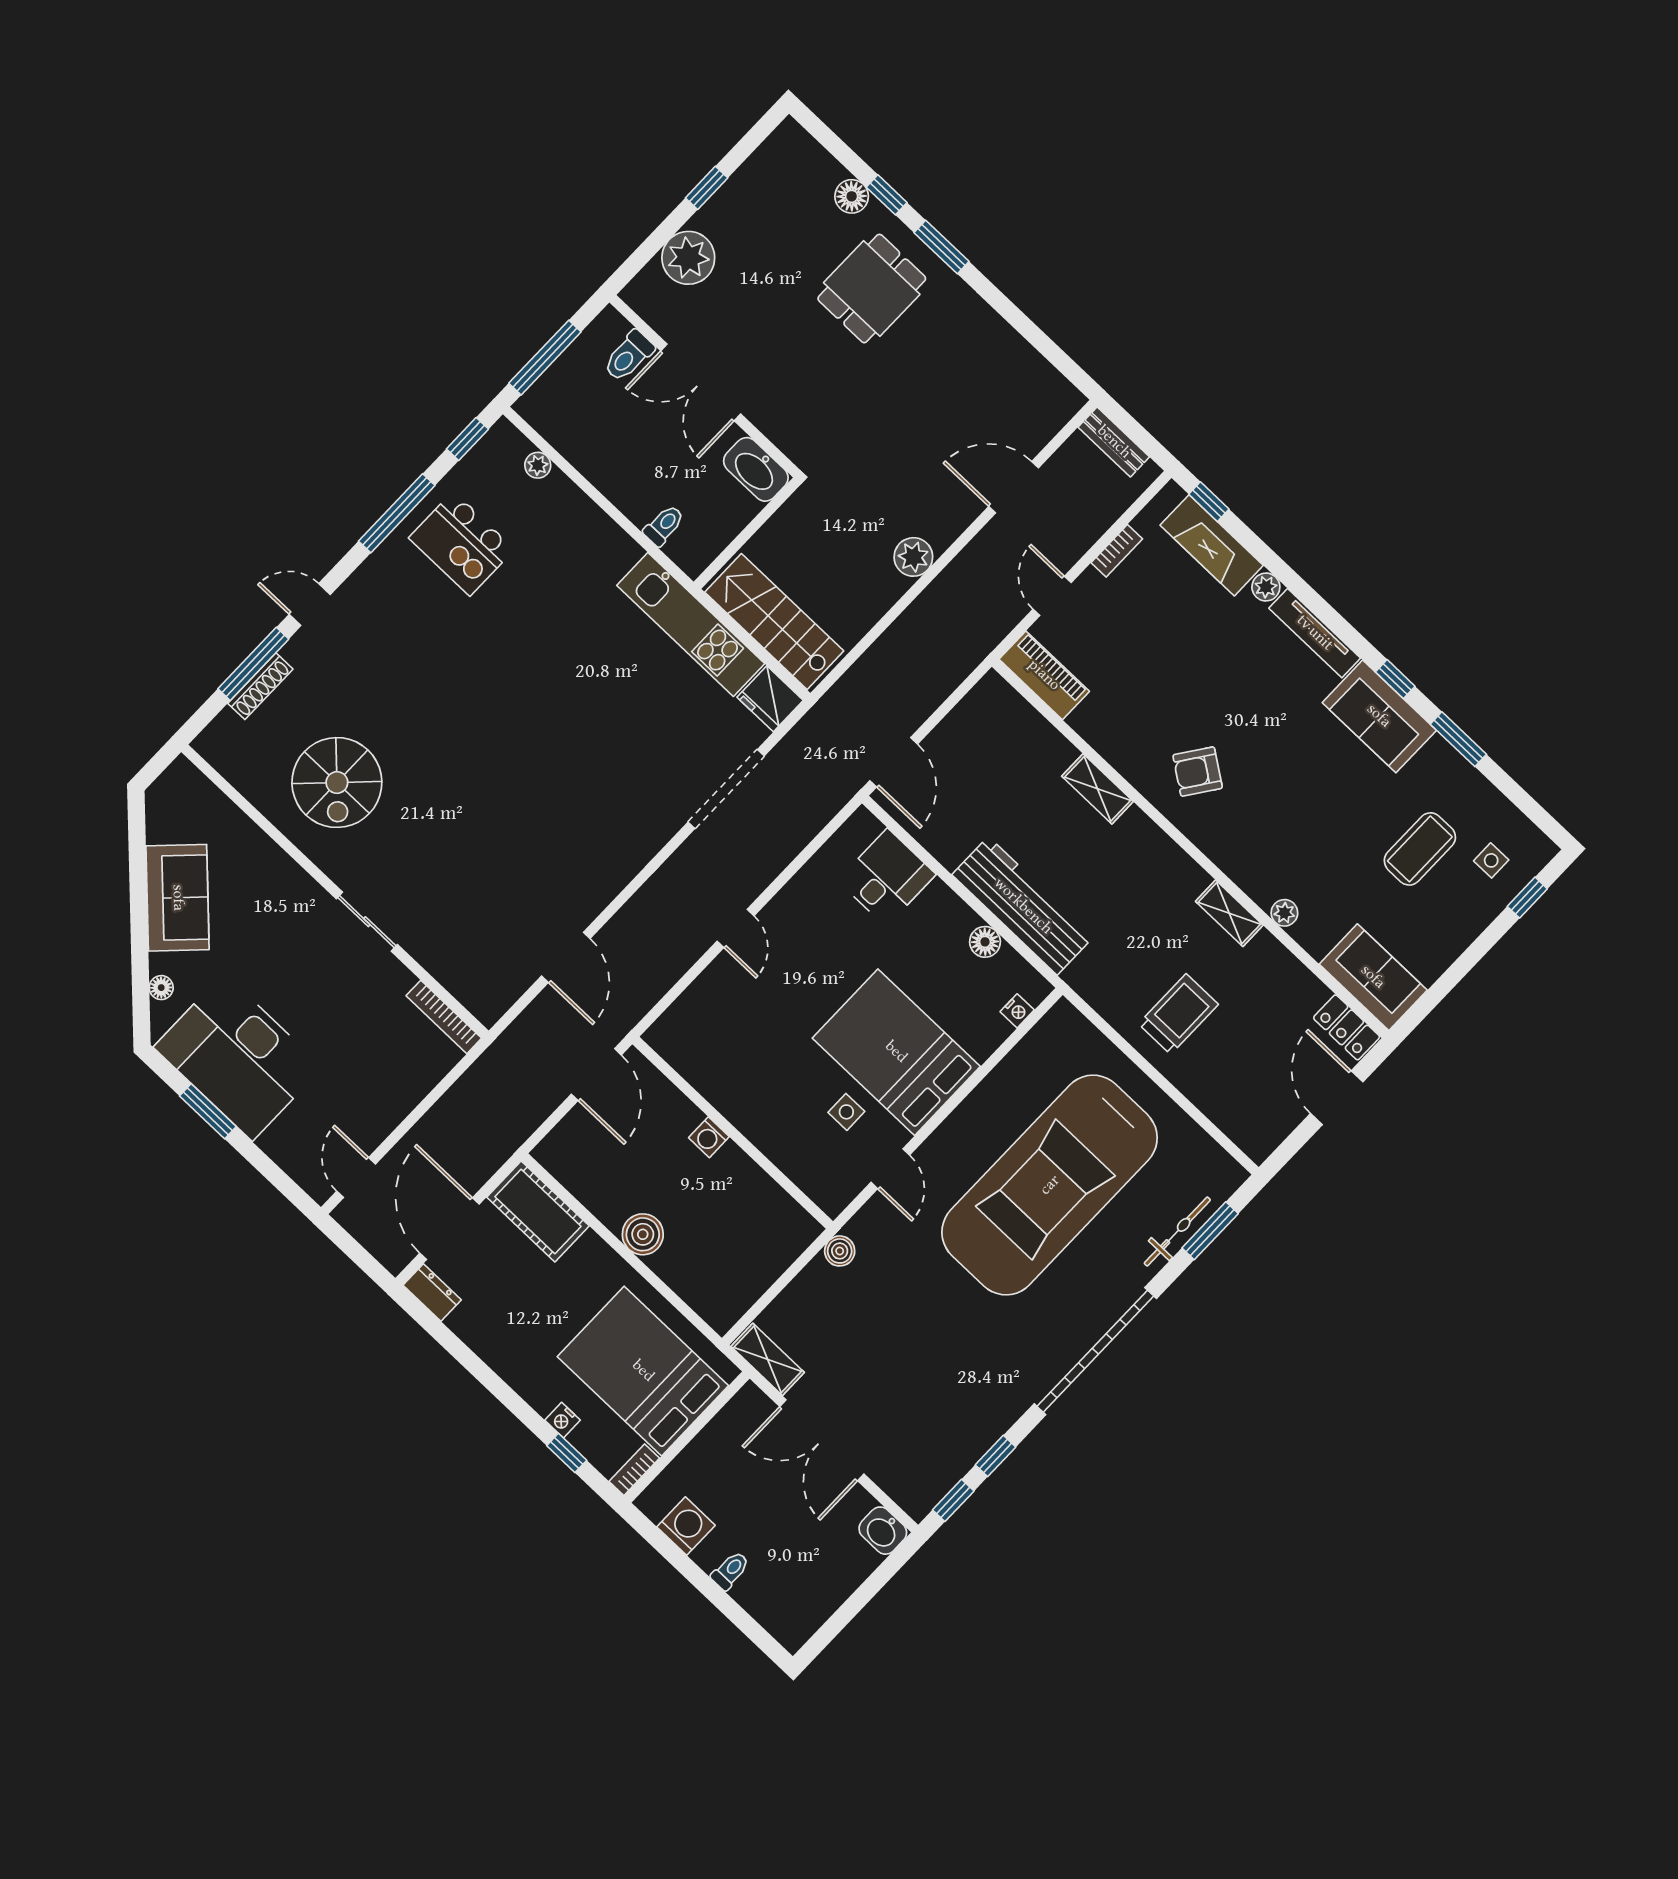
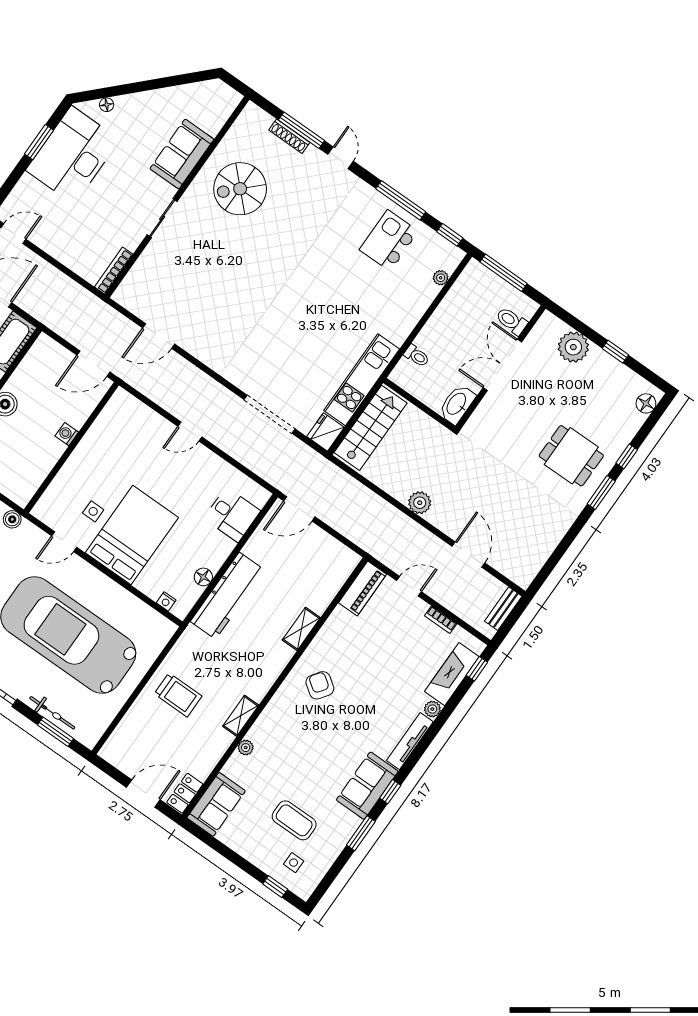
floor lamp: (852, 196) -> (646, 403), moved
sofa: (178, 898) -> (182, 154), moved, turned 135

